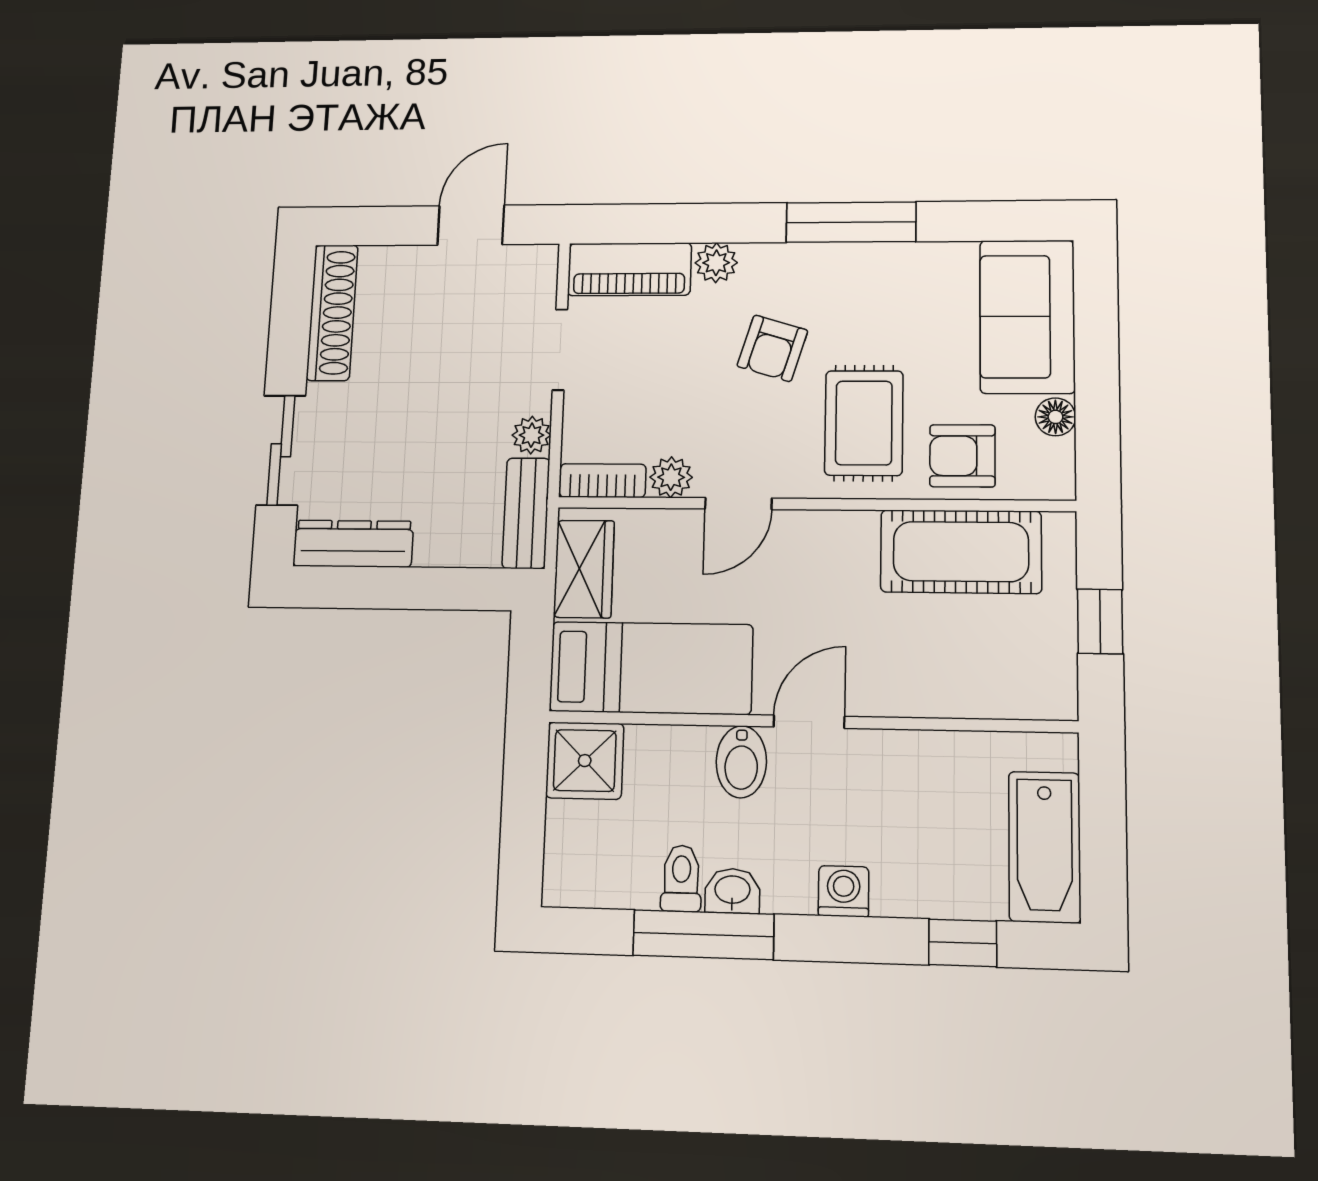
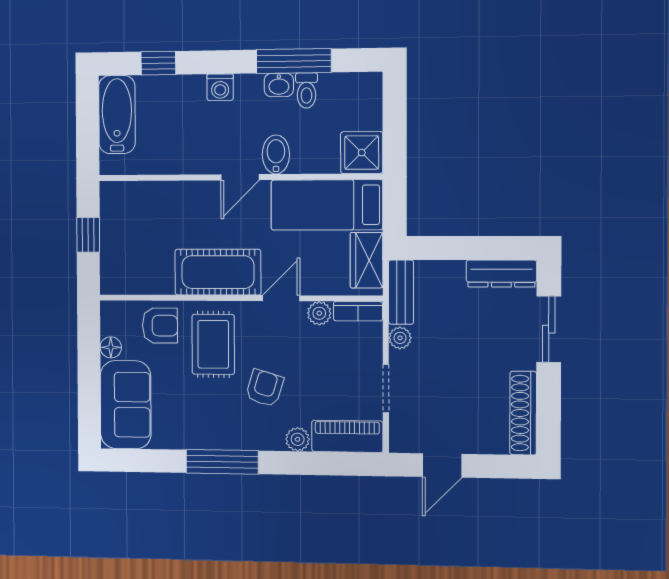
cot: (961, 552) -> (218, 272), moved

